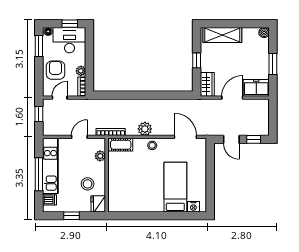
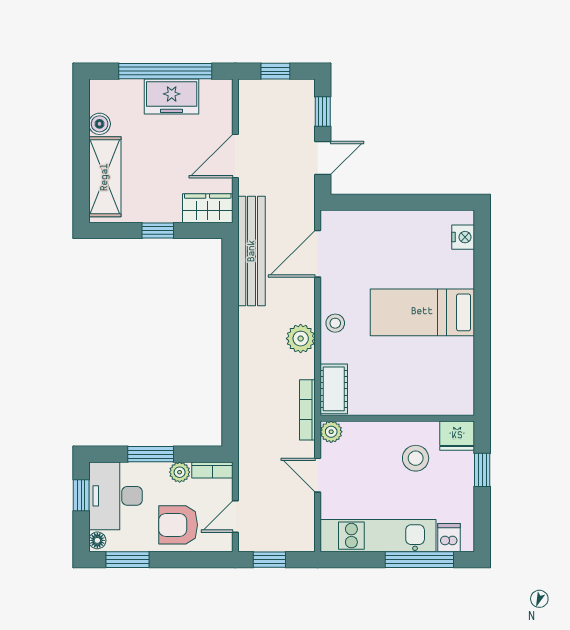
boiler: (264, 33) -> (100, 124), moved
window: (89, 57) -> (151, 454), added
window: (273, 64) -> (165, 71), width x2.11
freezer: (256, 88) -> (172, 96), moved, turned -90
door: (60, 98) -> (235, 516), hinge flipped
door: (232, 98) -> (235, 156), hinge flipped
bench: (187, 105) -> (252, 251), added
window: (273, 117) -> (275, 71), added
plant: (100, 156) -> (331, 432), moved
window: (39, 174) -> (419, 560), moved
bed: (175, 187) -> (422, 312), moved
window: (72, 216) -> (482, 470), moved

